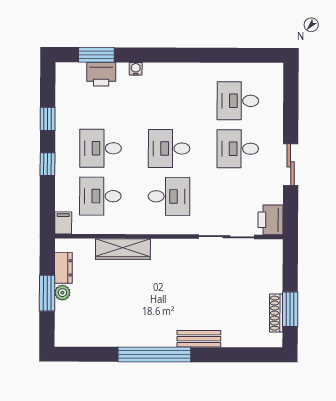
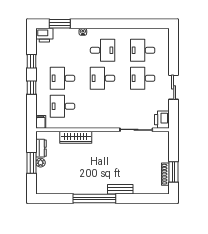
printer: (101, 74) -> (44, 35), moved
desk: (169, 196) -> (103, 50), moved

